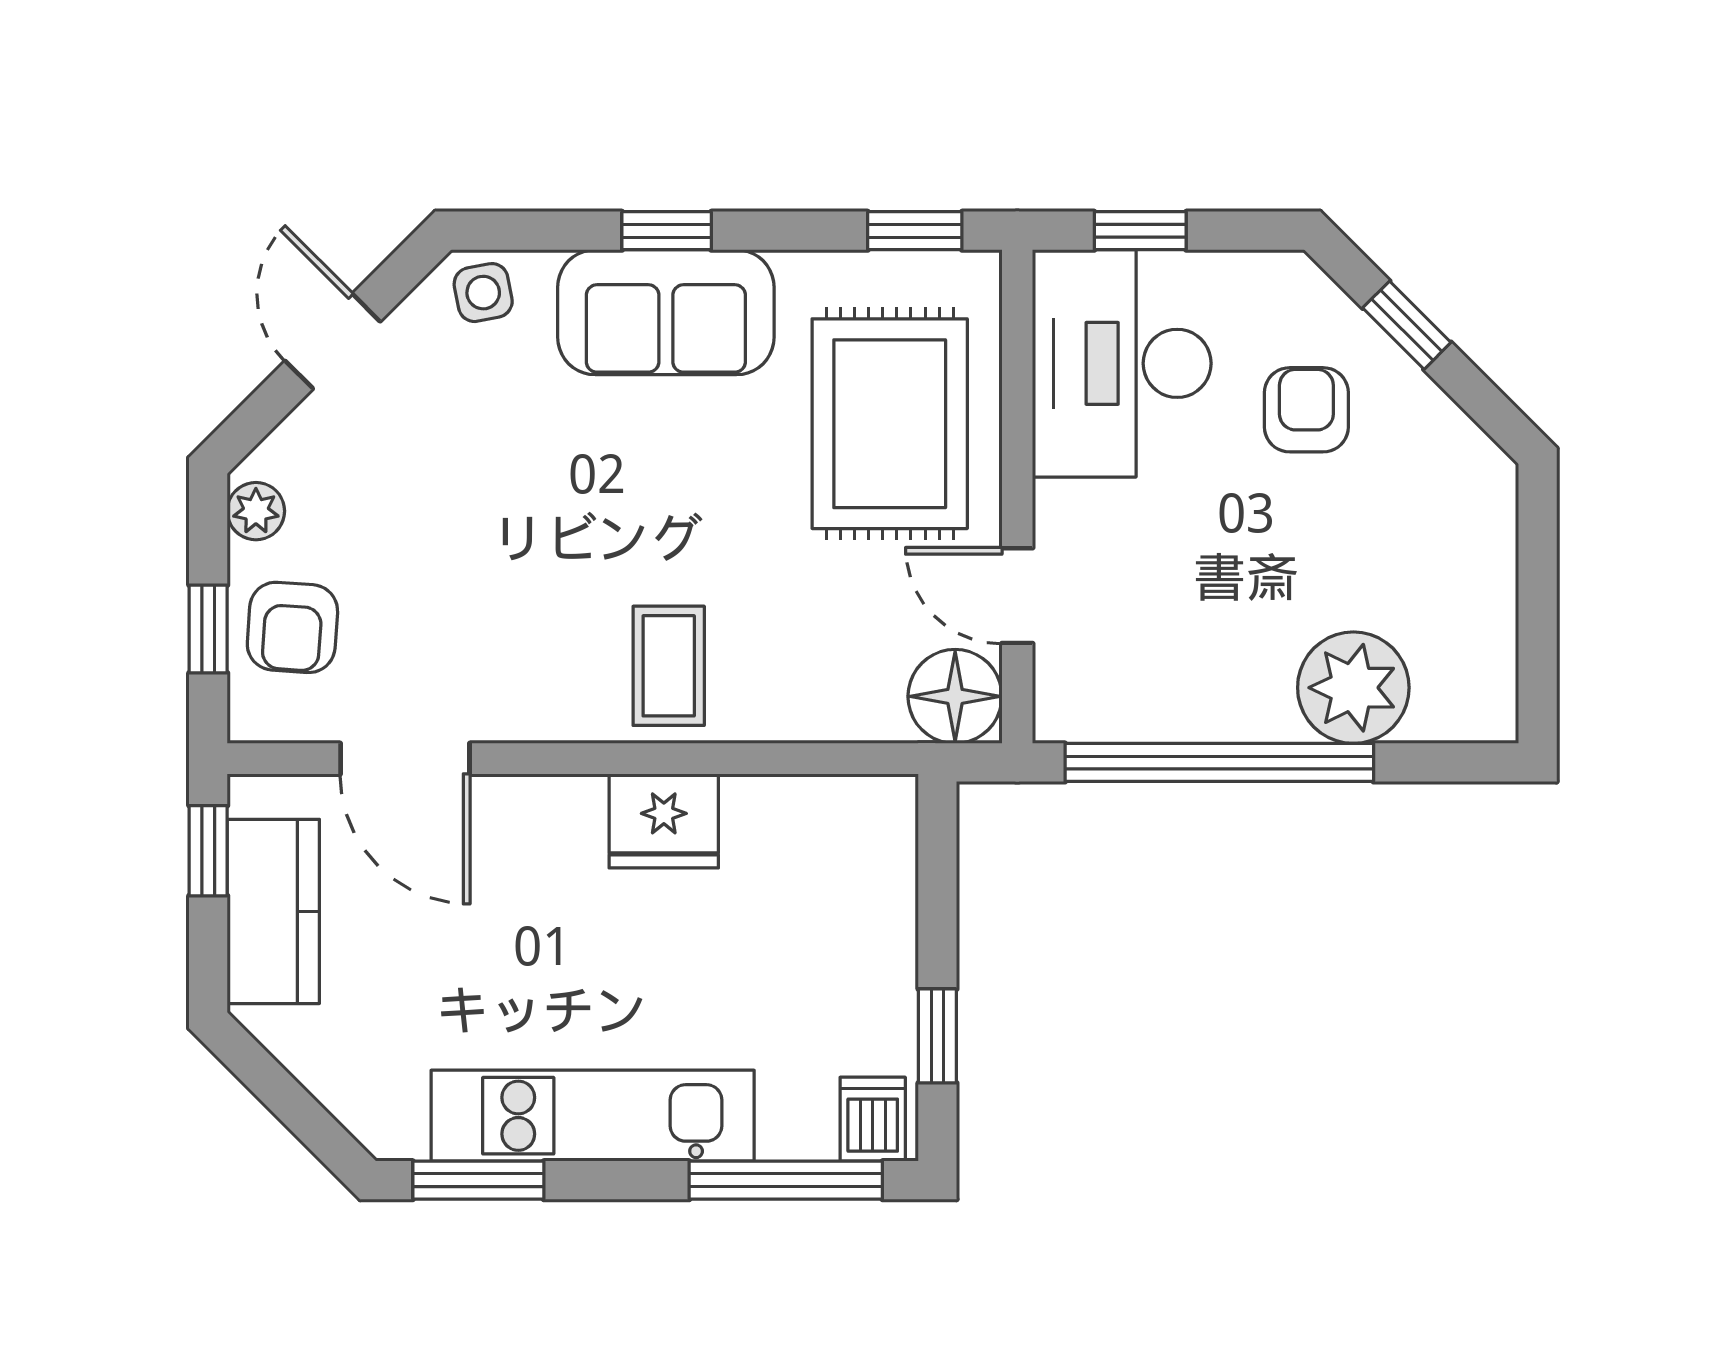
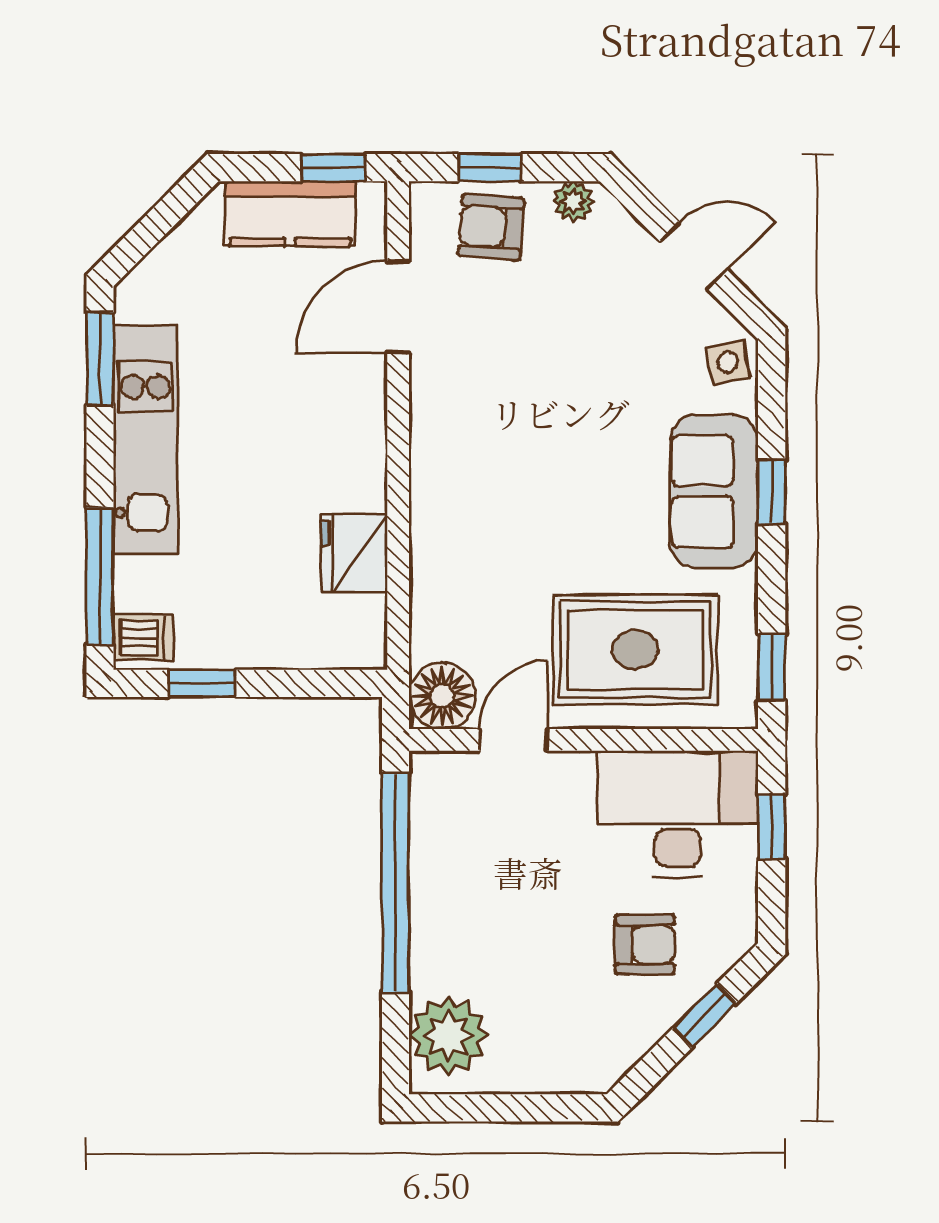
coffee table: (669, 666) -> (464, 493), removed
plant: (1353, 688) -> (448, 1036), moved
fridge: (664, 821) -> (354, 553), moved

